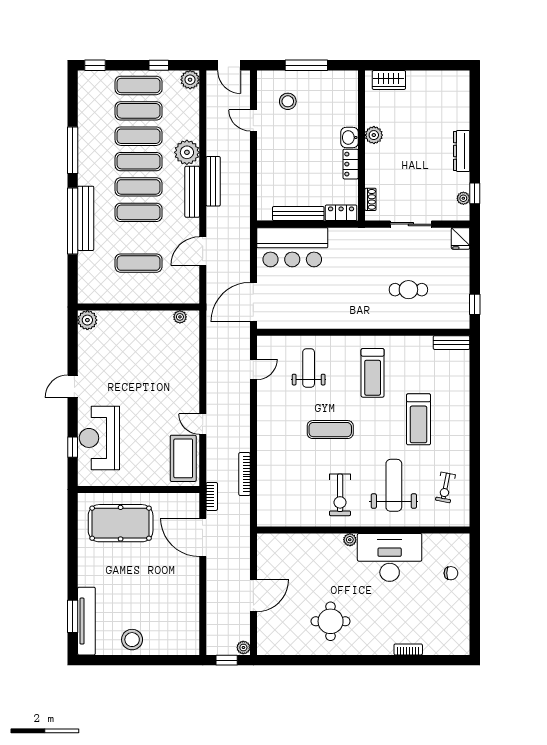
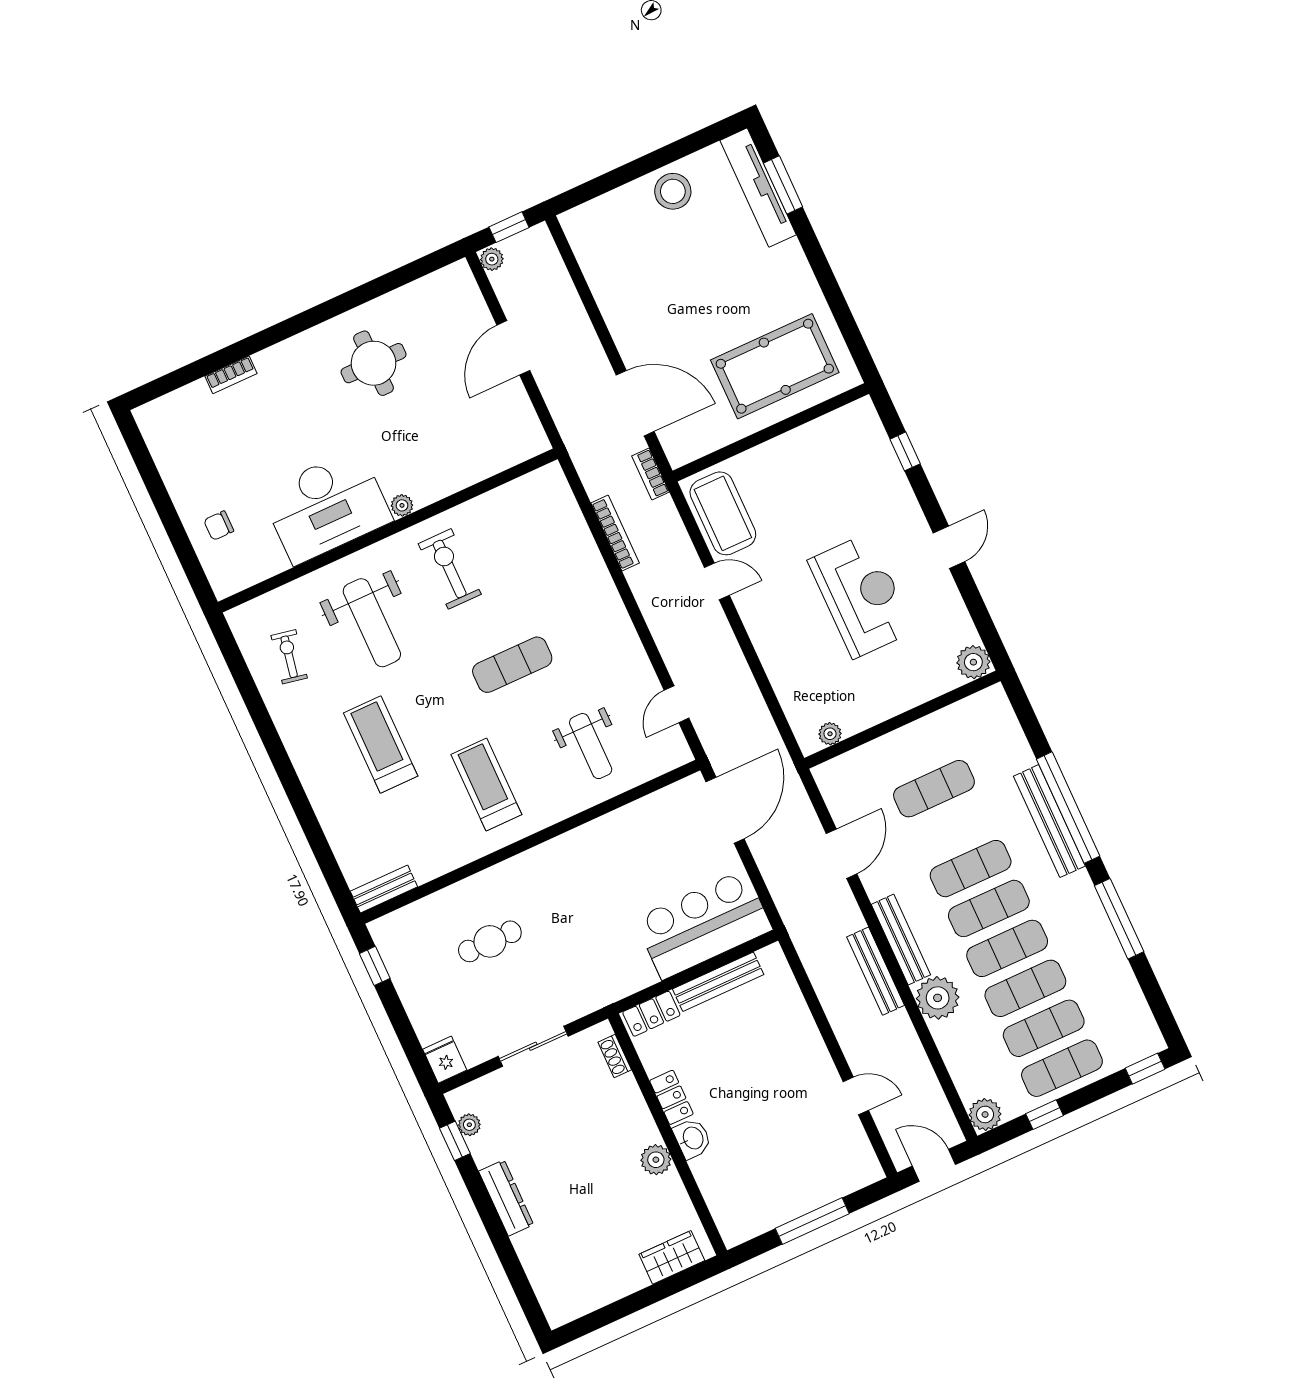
stool: (288, 101) -> (816, 1151), removed
reception desk: (99, 438) -> (861, 596), moved

